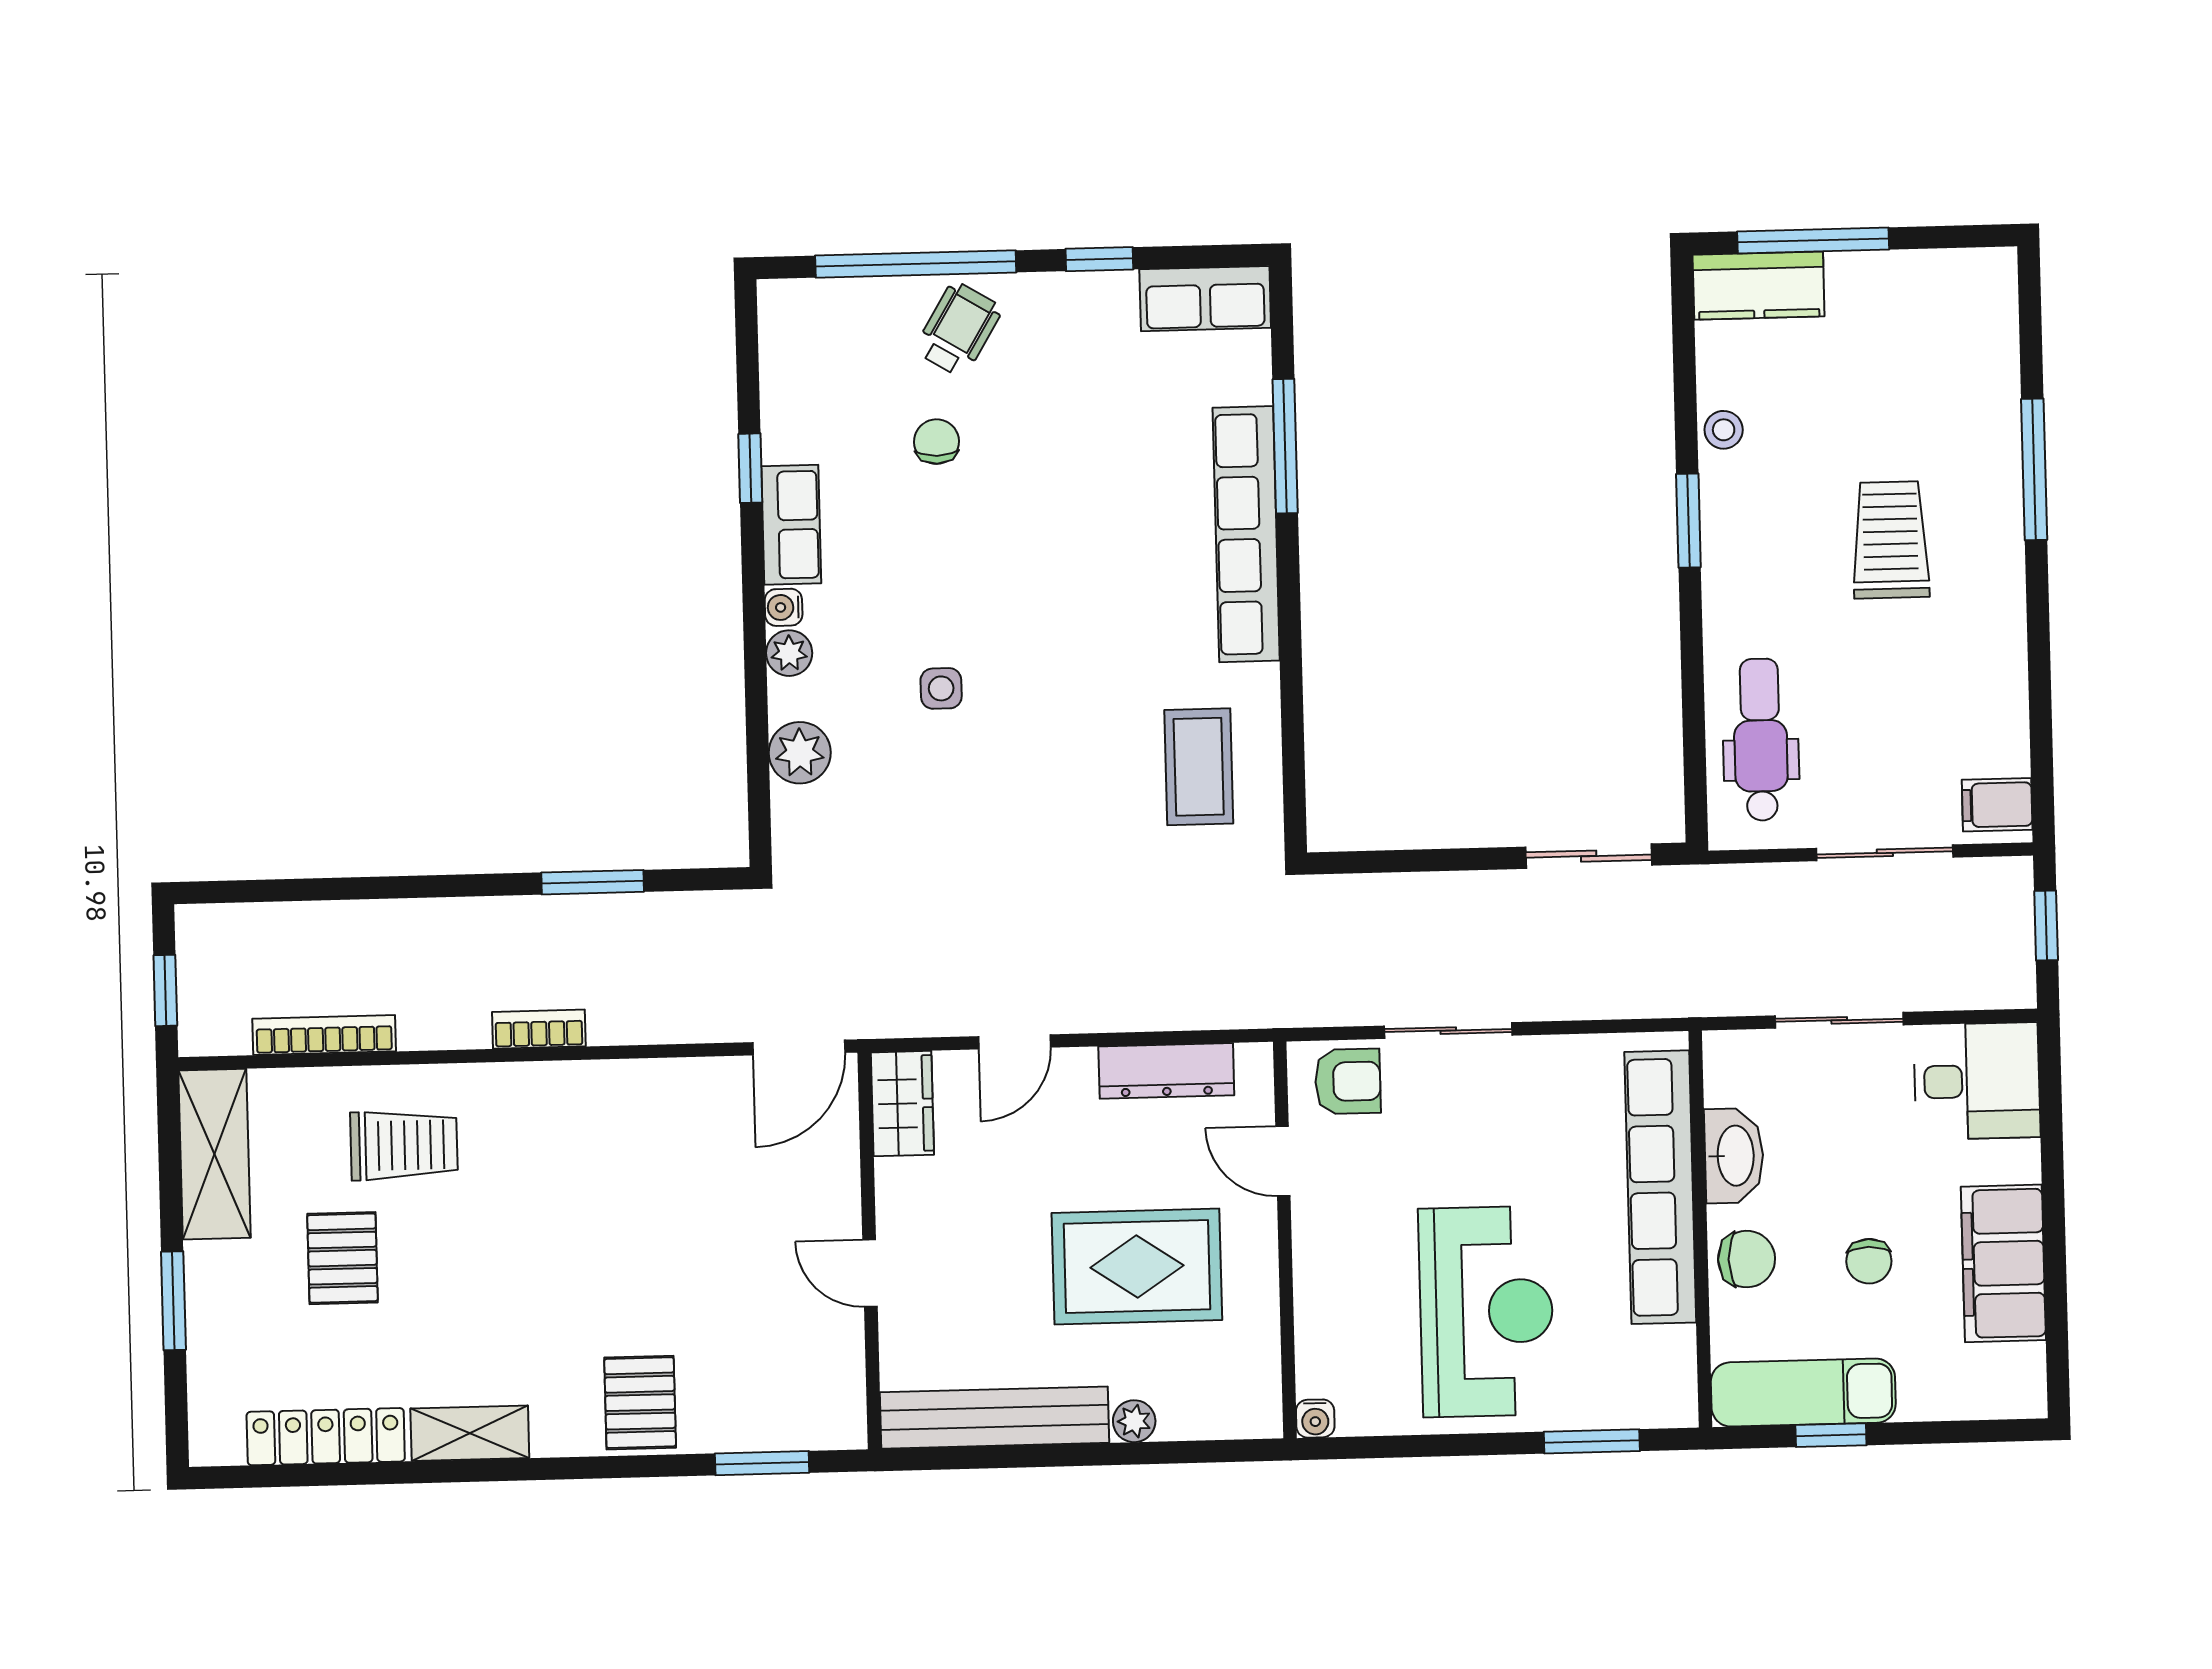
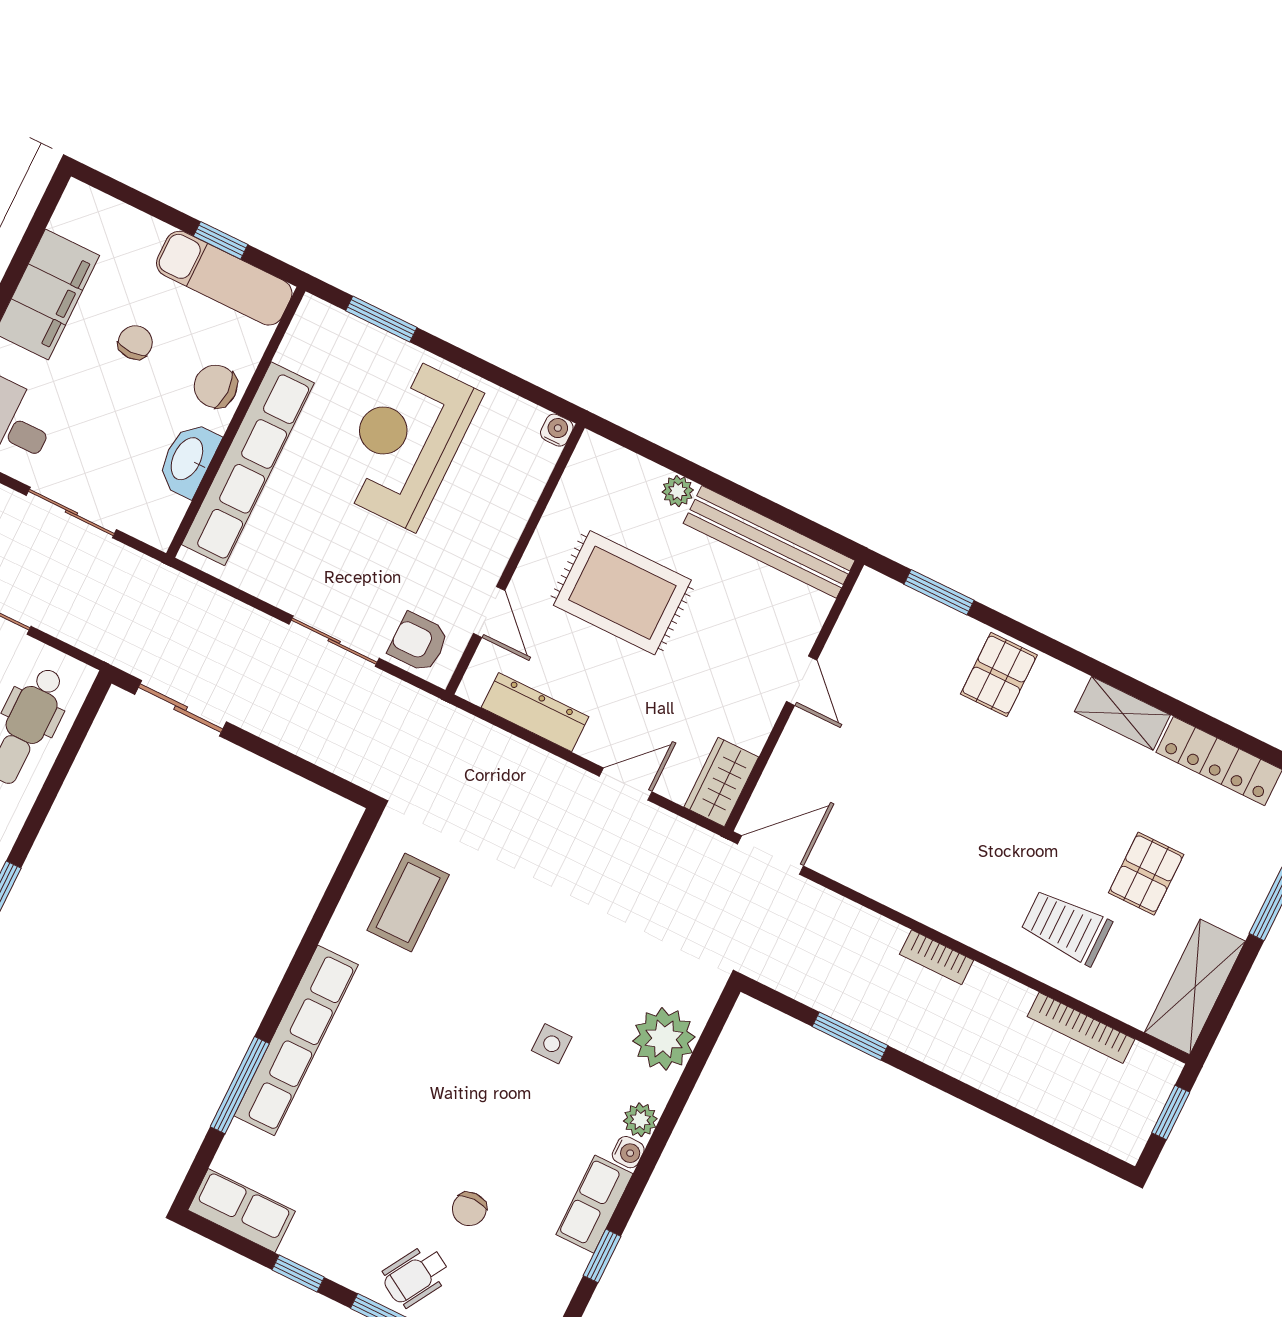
plant: (800, 753) -> (664, 1039), width x1.36, depth x1.36

